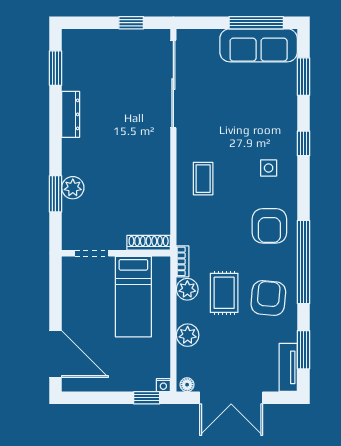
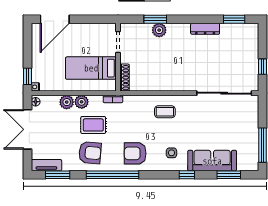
sofa: (259, 45) -> (212, 161), moved, turned 90
plant: (187, 289) -> (82, 102), moved

